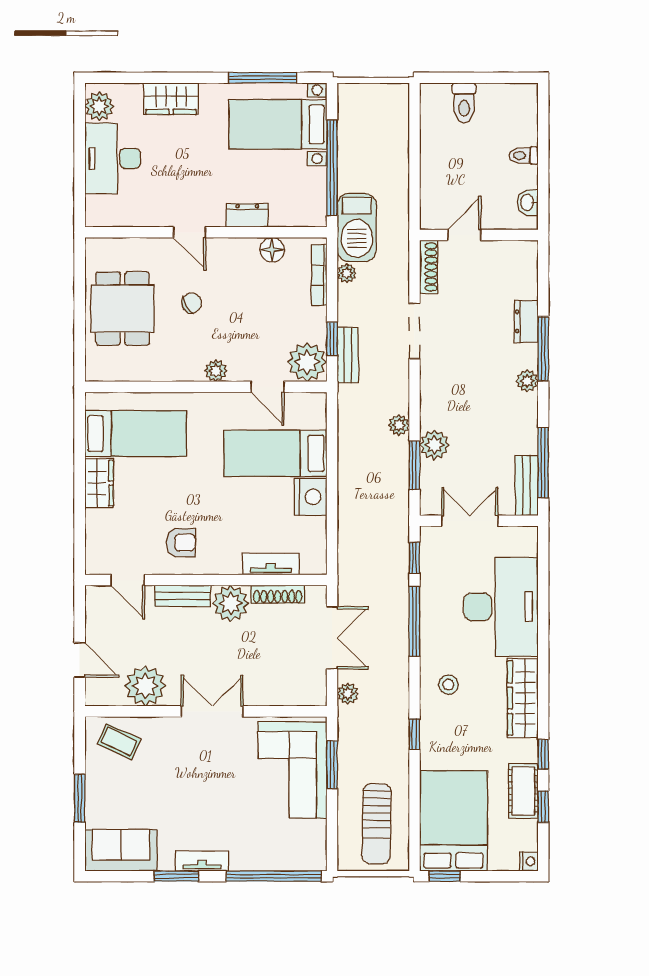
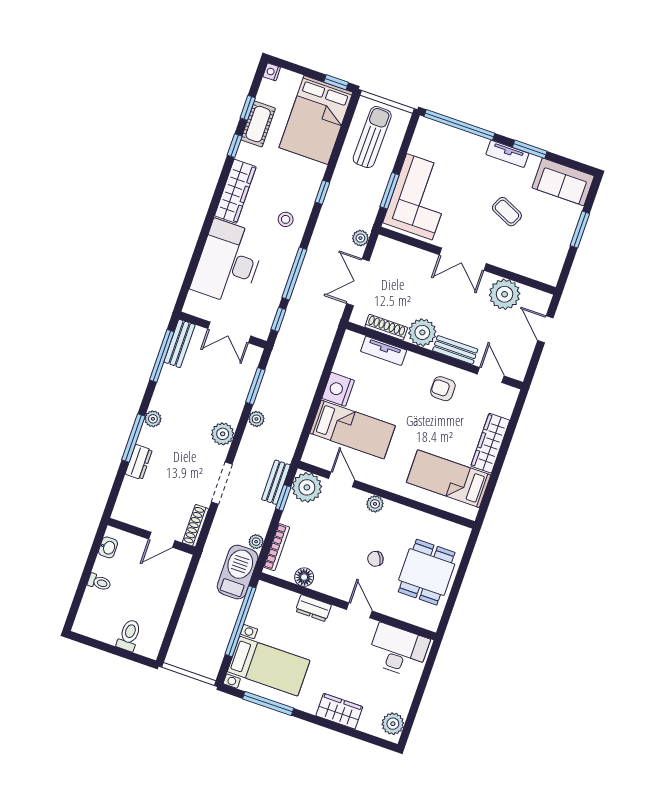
desk: (113, 158) -> (398, 650), moved, turned -90
plant: (434, 445) -> (223, 434), moved
wardrobe: (99, 483) -> (490, 443), width x1.50
coffee table: (119, 742) -> (507, 212), moved

